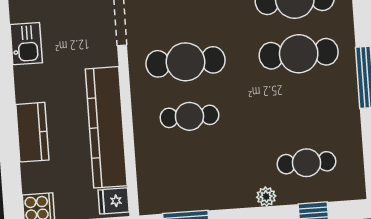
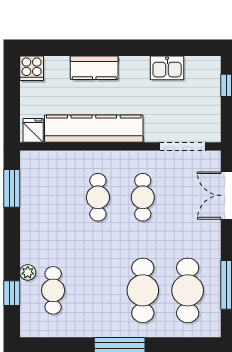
cafe table: (186, 62) -> (143, 197), width x0.73, depth x0.74
plant: (266, 197) -> (28, 272), moved

